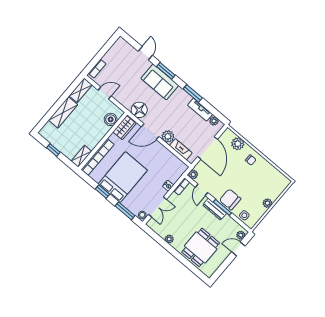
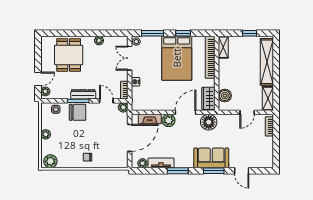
shelving: (63, 112) -> (267, 62), width x1.47
plant: (238, 144) -> (50, 161), moved
door: (208, 148) -> (130, 138), swing flipped

